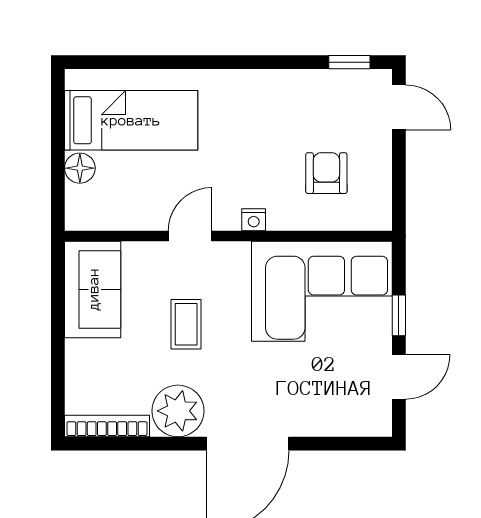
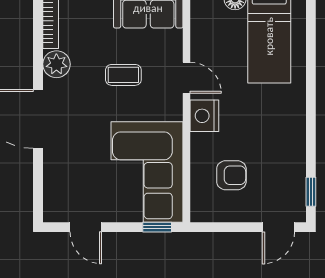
nightstand: (254, 220) -> (204, 116), width x1.89, depth x1.79
window: (399, 315) -> (157, 227), moved
plant: (178, 411) -> (56, 64), width x0.73, depth x0.73

